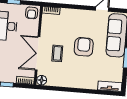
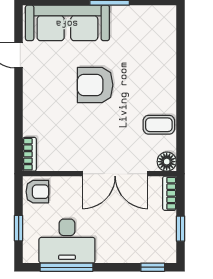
coffee table: (57, 53) -> (159, 125), moved
tv unit: (110, 86) -> (168, 28), removed

